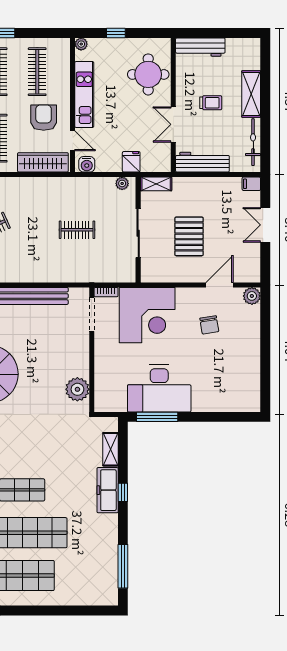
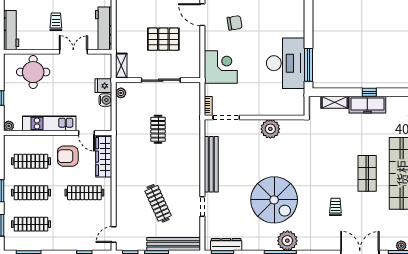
double door: (173, 124) -> (73, 52), swing flipped
door: (73, 141) -> (87, 133), swing flipped
water cooler: (87, 164) -> (105, 100), moved
corner desk: (147, 315) -> (221, 67), width x0.74, depth x0.74
plant: (77, 389) -> (270, 129), moved

